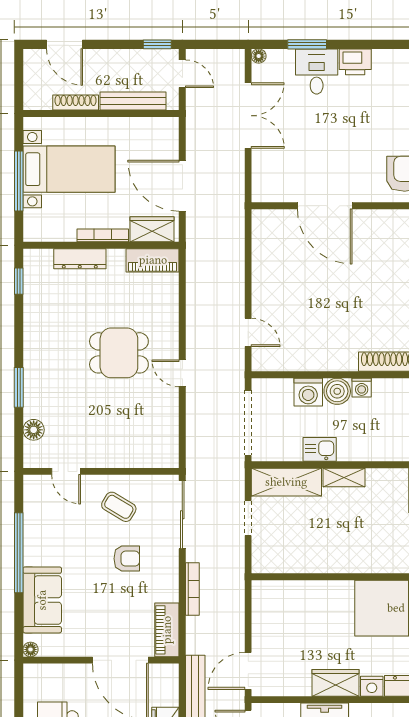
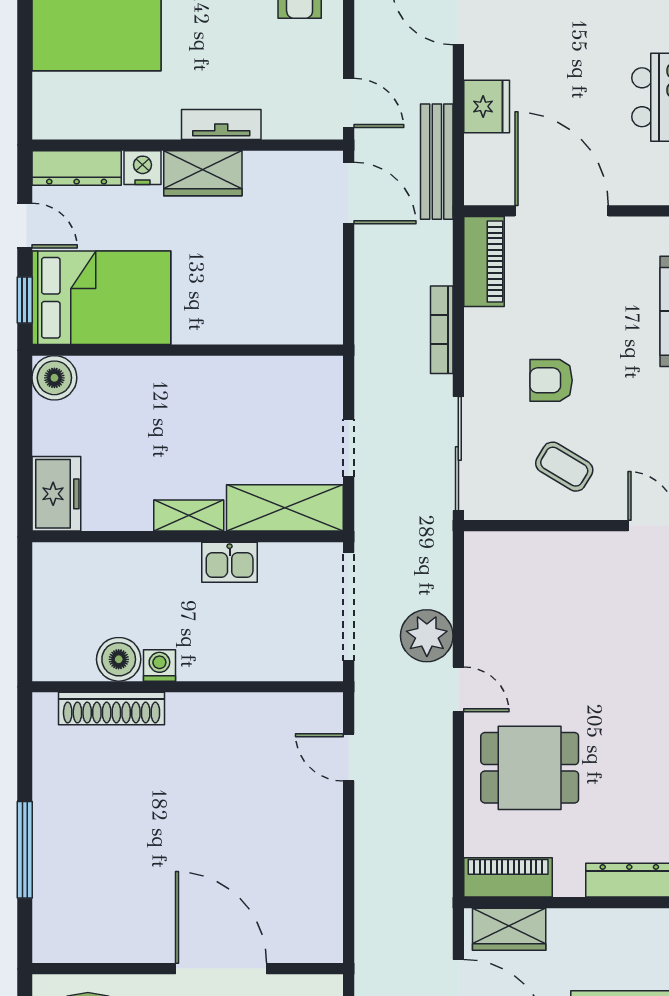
bookcase: (103, 235) -> (591, 919), removed
dining table: (119, 353) -> (530, 768), moved
boiler: (337, 391) -> (119, 659), moved
washing machine: (308, 392) -> (249, 658), removed
plant: (201, 405) -> (427, 636), added
door: (248, 671) -> (349, 193), hinge flipped

